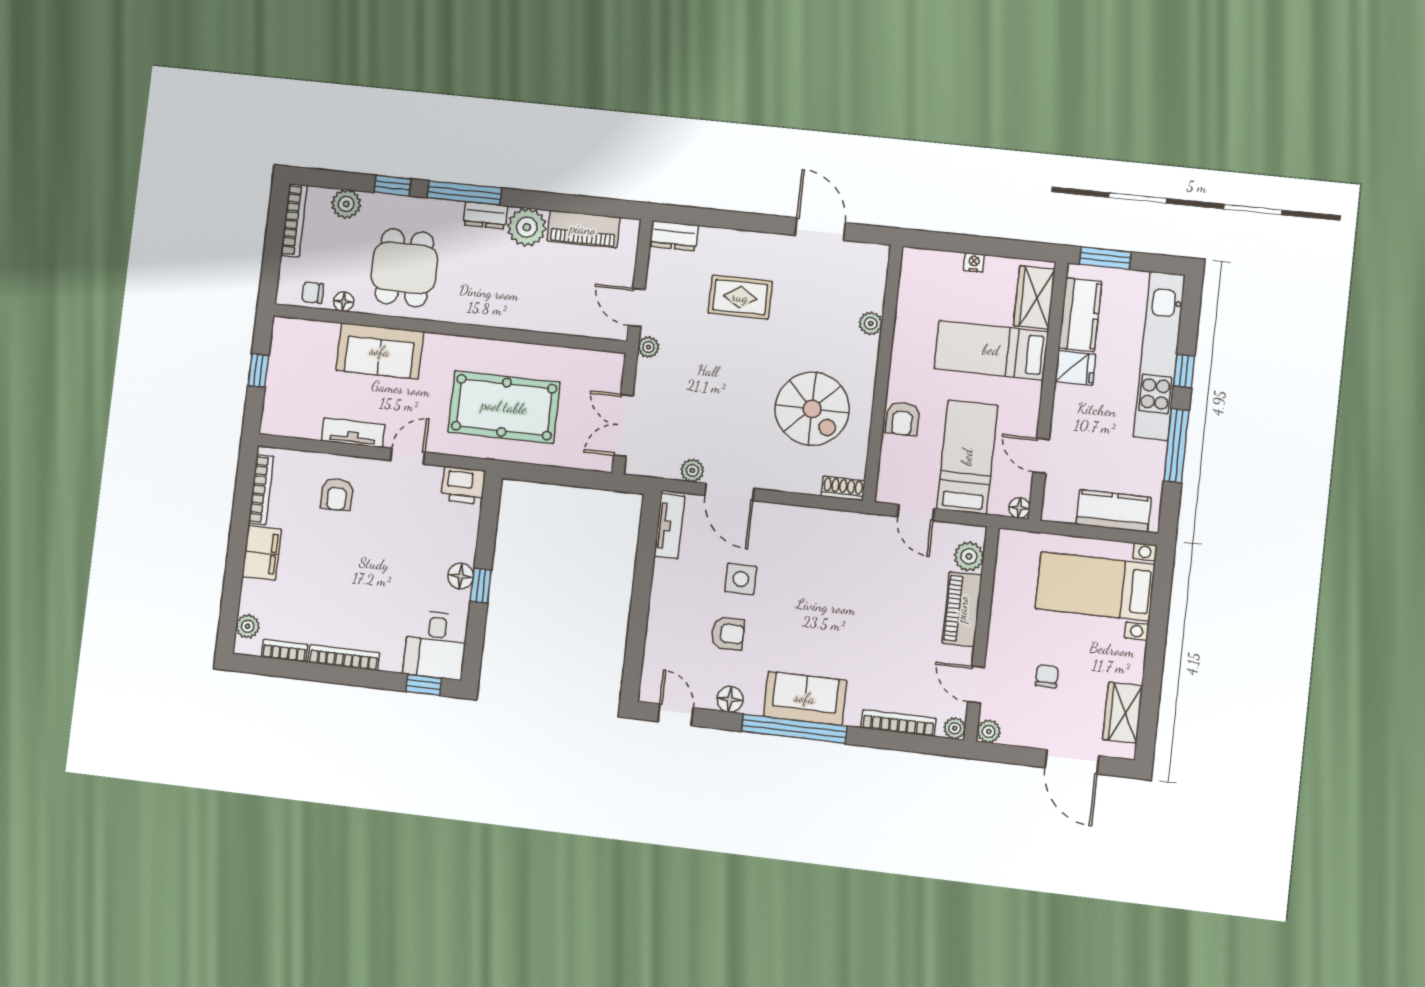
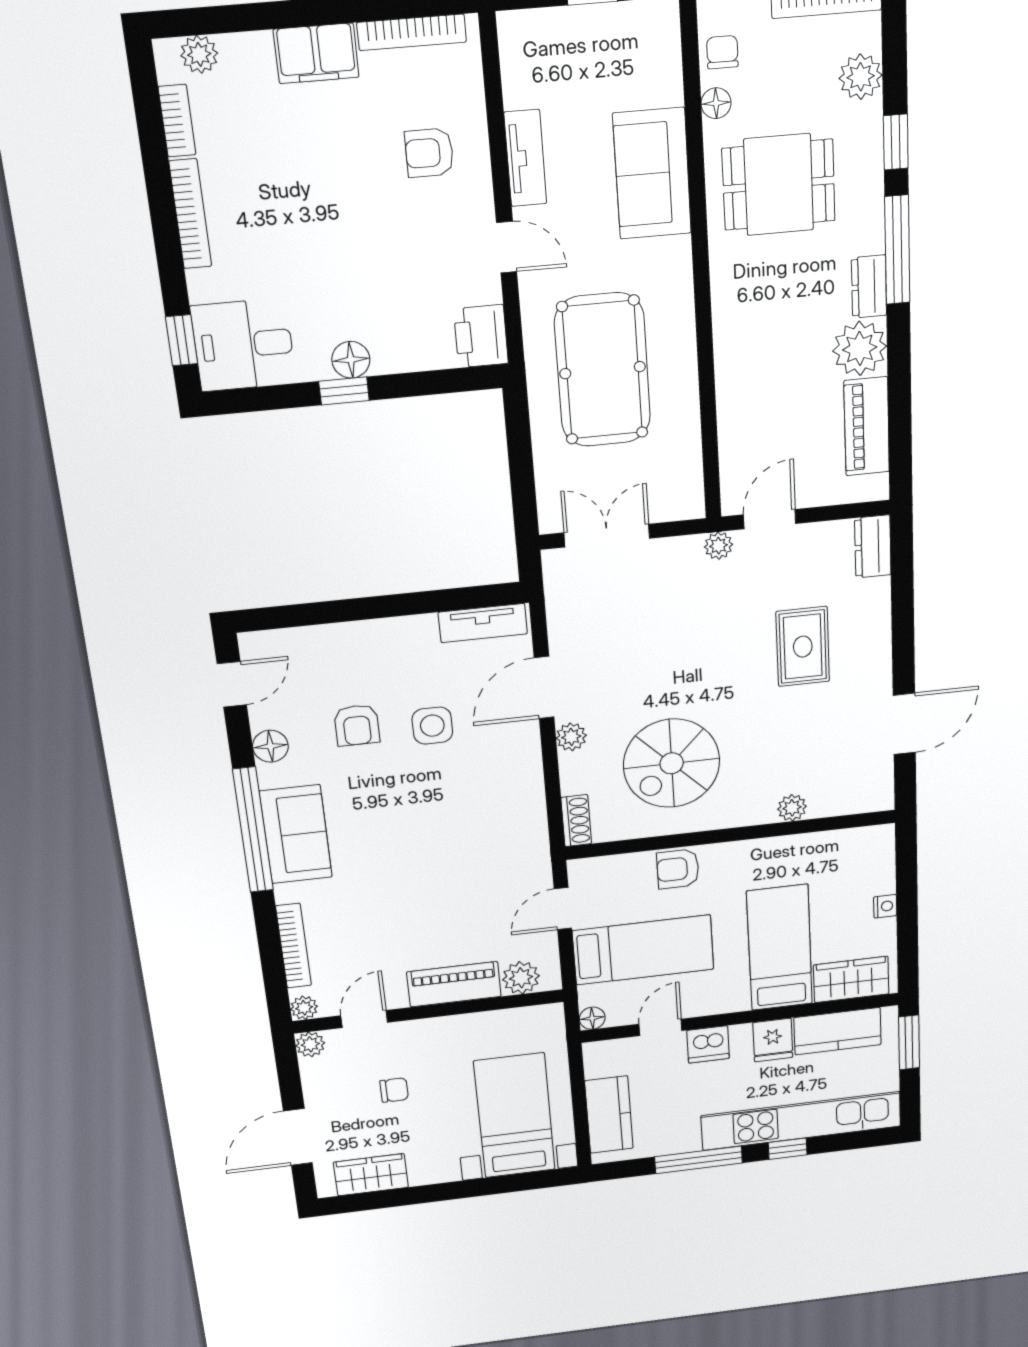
dishwasher: (1067, 420) -> (708, 1044), added
plant: (692, 470) -> (571, 737), moved

